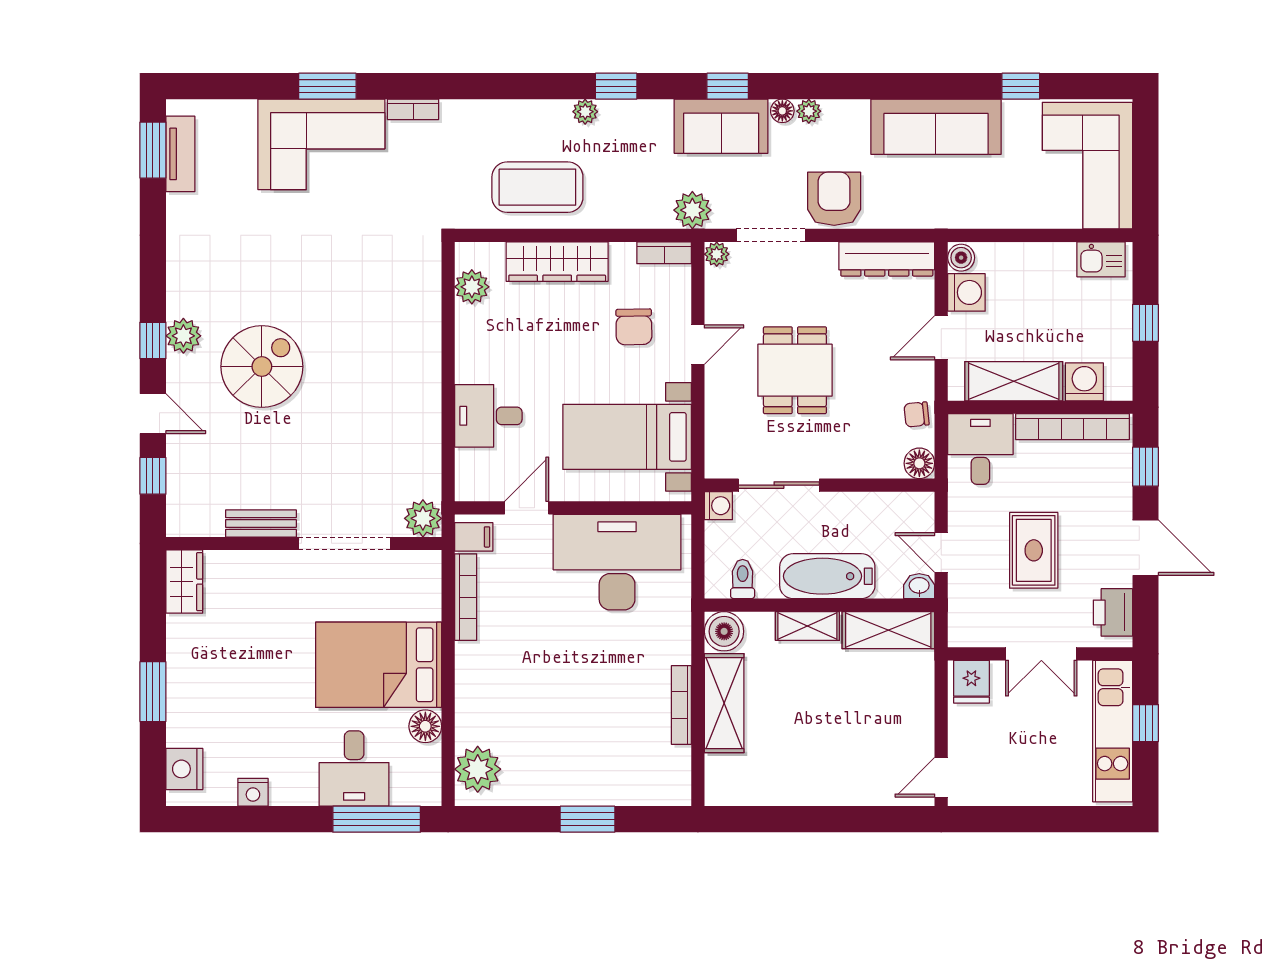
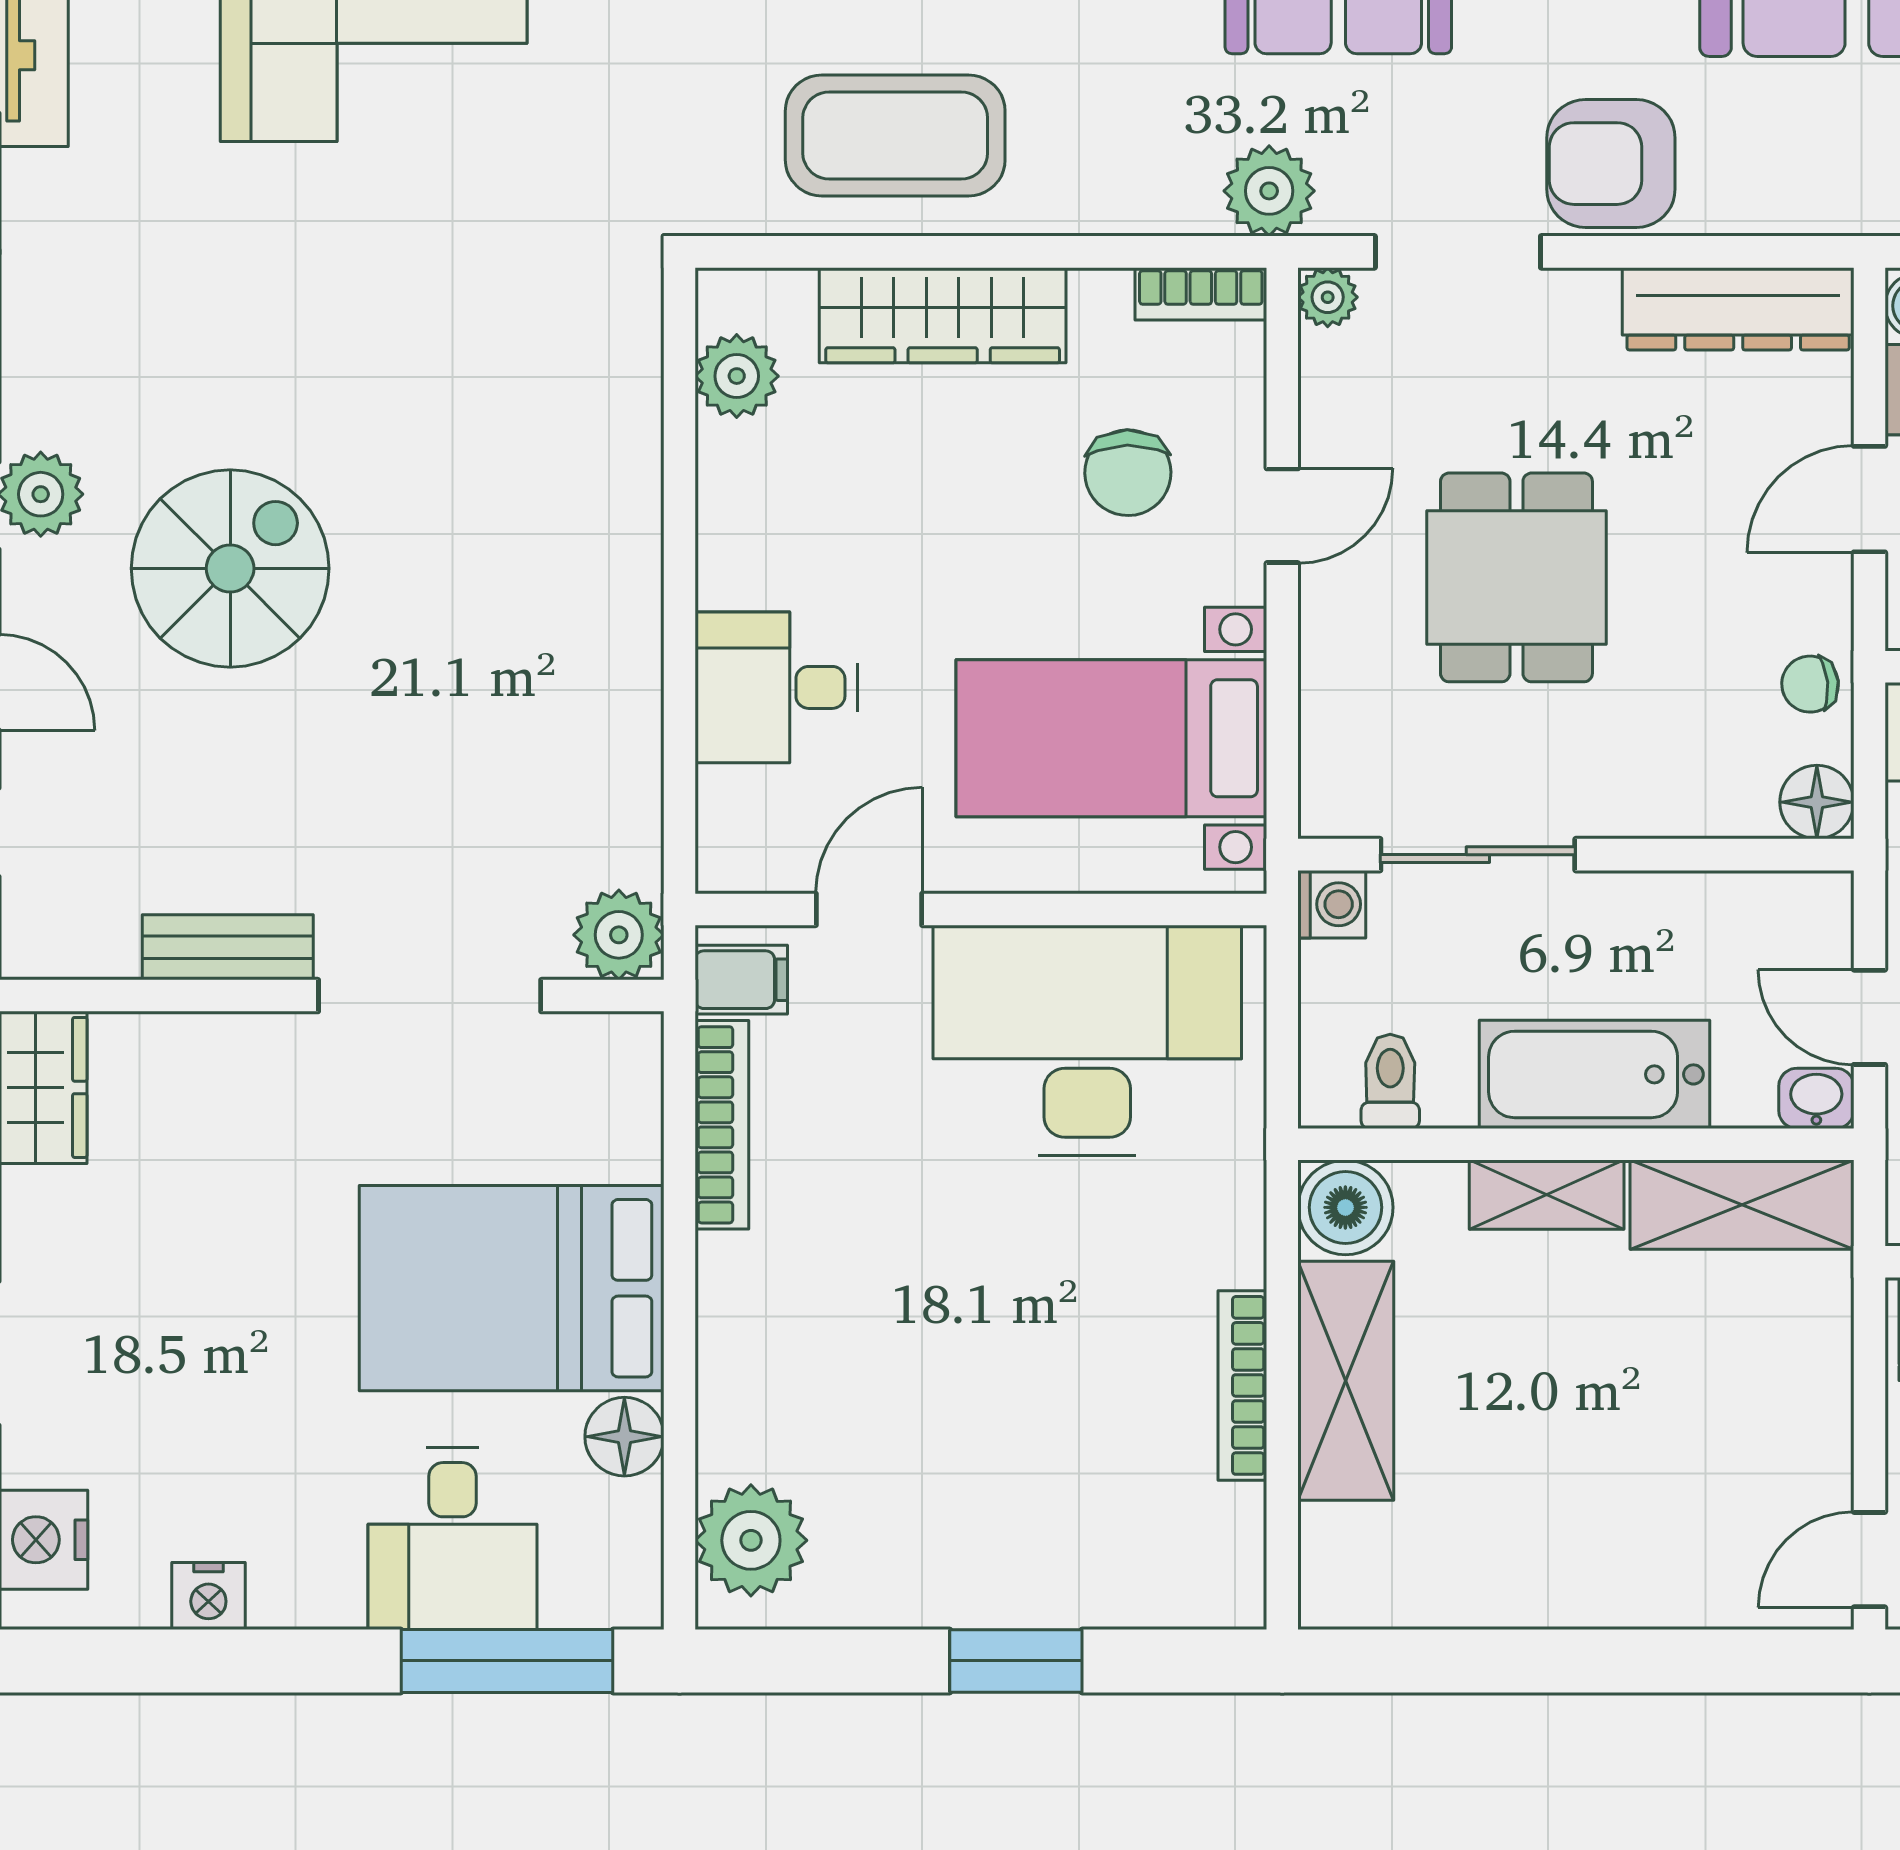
armchair: (834, 199) -> (1611, 164), turned -90

